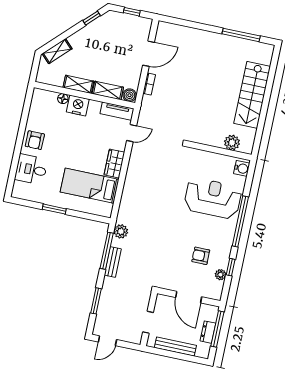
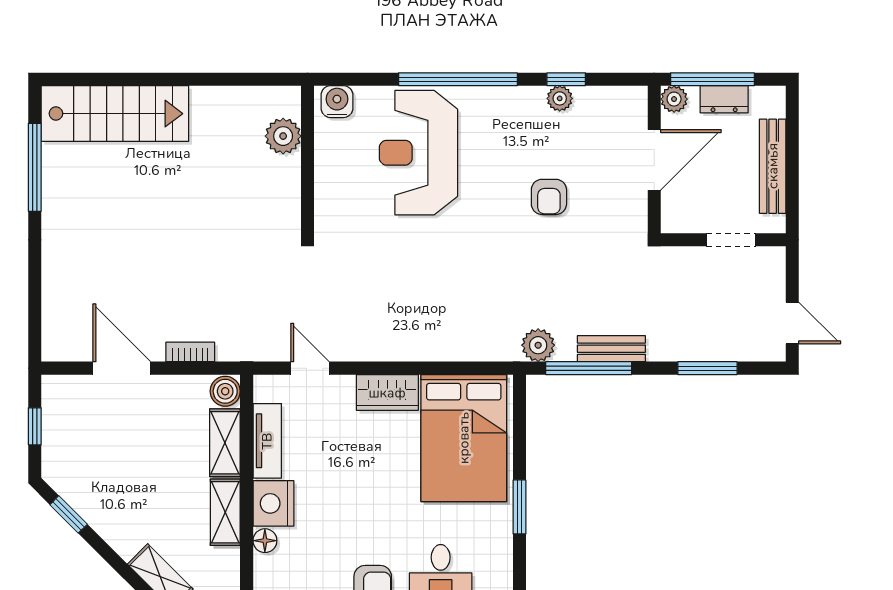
stairs: (252, 95) -> (115, 114), moved
tv unit: (117, 111) -> (267, 441), moved
bed: (90, 186) -> (464, 438), width x1.50
armchair: (201, 256) -> (549, 197), moved
plant: (221, 275) -> (560, 98), moved
plant: (213, 311) -> (674, 99), added

